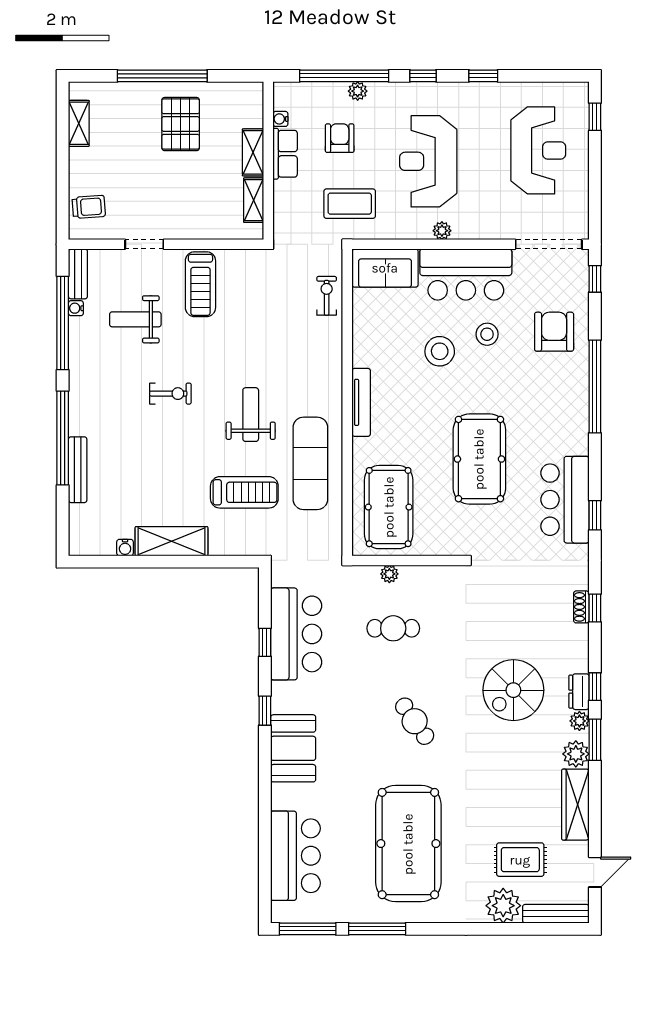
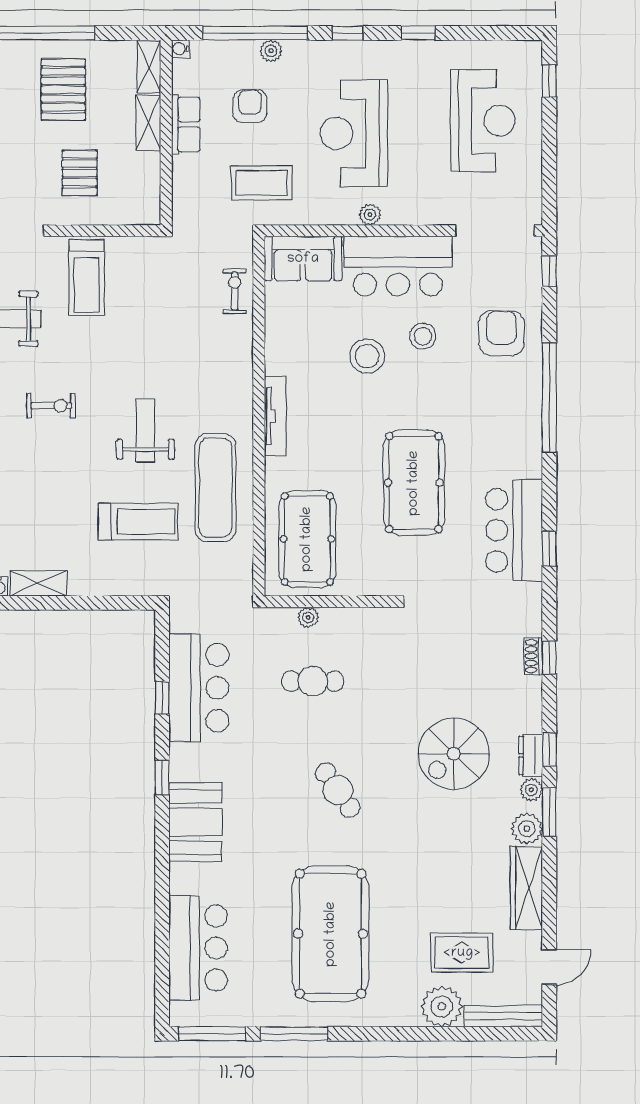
water cooler: (280, 119) -> (180, 49), moved
pallet: (194, 195) -> (80, 173), added
shelving: (254, 200) -> (149, 67), moved
shelving: (172, 541) -> (38, 583), width x0.67, depth x0.75

